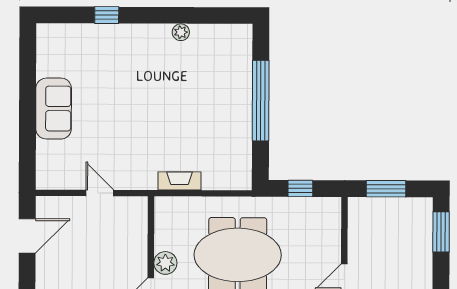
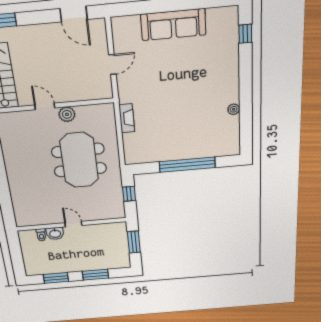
window: (107, 15) -> (245, 34), moved
sofa: (54, 109) -> (173, 25), width x1.36
window: (441, 232) -> (95, 275), moved

